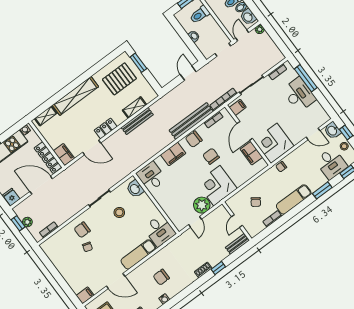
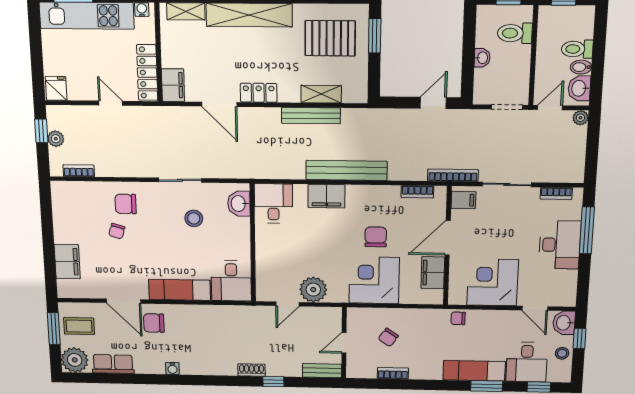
bench: (191, 121) -> (347, 170), moved
chair: (194, 139) -> (370, 198), removed
corner desk: (274, 143) -> (493, 282), moved
door: (41, 185) -> (111, 103), width x0.53
corner desk: (217, 186) -> (374, 280), moved
exam couch: (294, 199) -> (474, 371), moved
chair: (161, 277) -> (154, 323), moved
filing cabinet: (85, 295) -> (67, 262), moved, width x2.00

